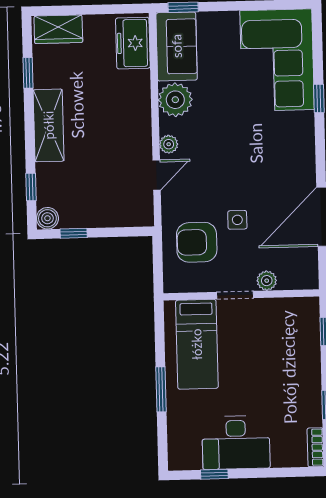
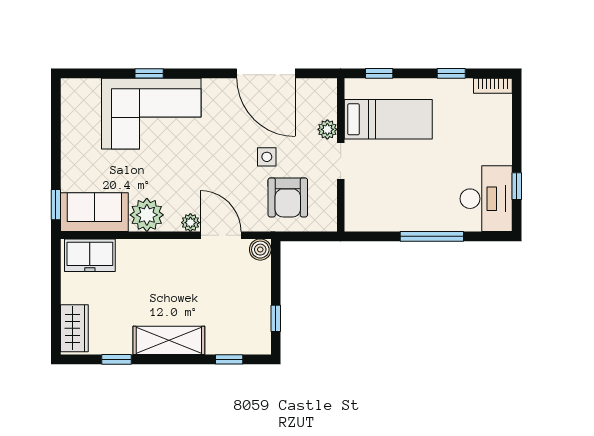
corner sofa: (277, 60) -> (151, 114), moved
door: (157, 175) -> (221, 235), width x1.38
boiler: (47, 218) -> (260, 250), moved
bed: (197, 344) -> (388, 119), moved
window: (161, 389) -> (432, 236), width x1.44
desk: (236, 443) -> (486, 199), moved

